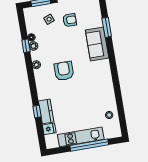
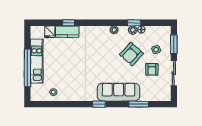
sofa: (97, 44) -> (119, 92), width x1.36
window: (113, 67) -> (99, 104), added
armchair: (64, 71) -> (131, 54), moved, turned 132

